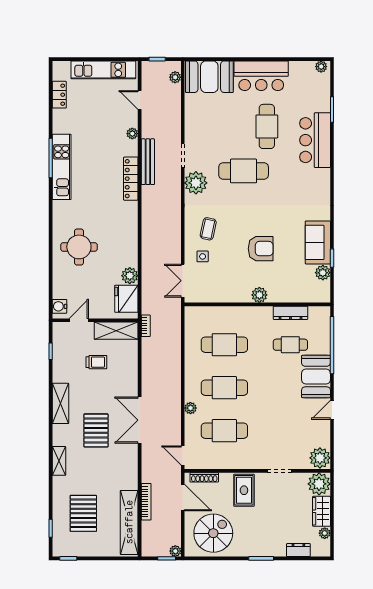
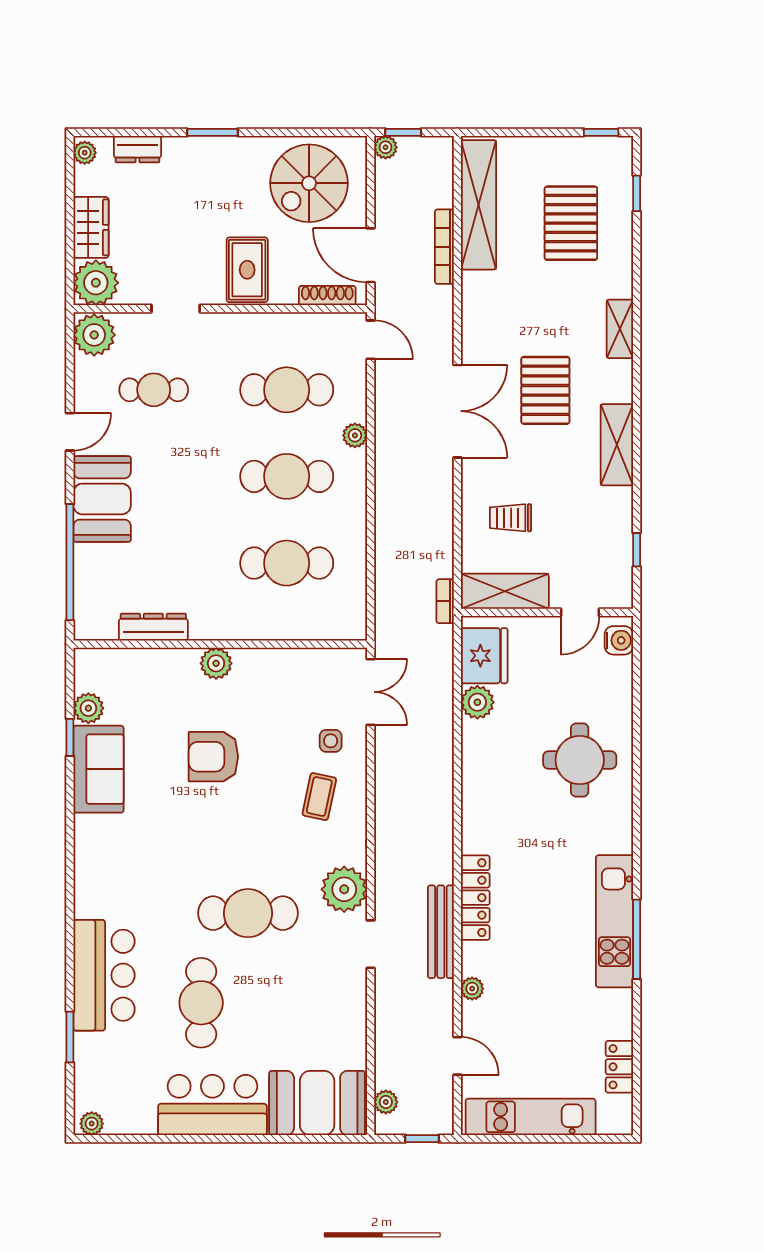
cafe table: (290, 345) -> (154, 390), moved
trolley: (96, 362) -> (510, 518), moved
plant: (325, 533) -> (85, 153), moved

